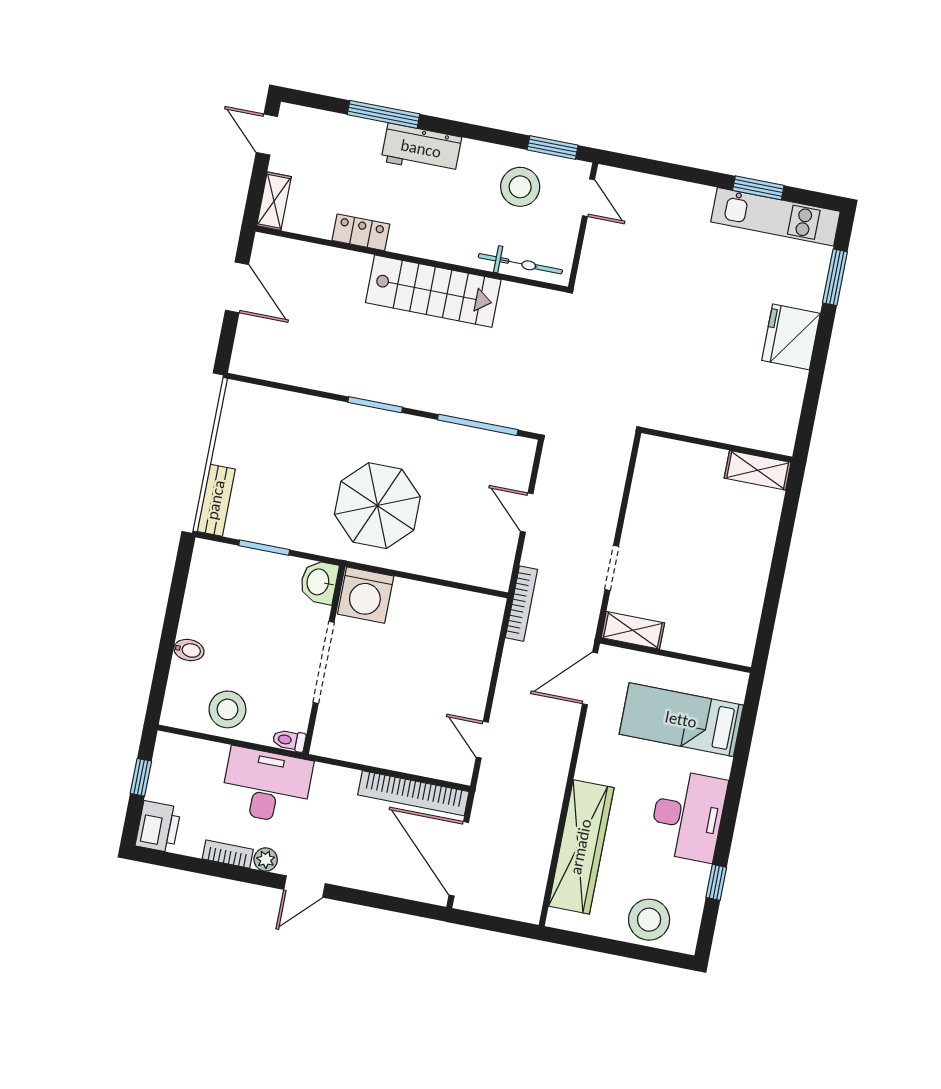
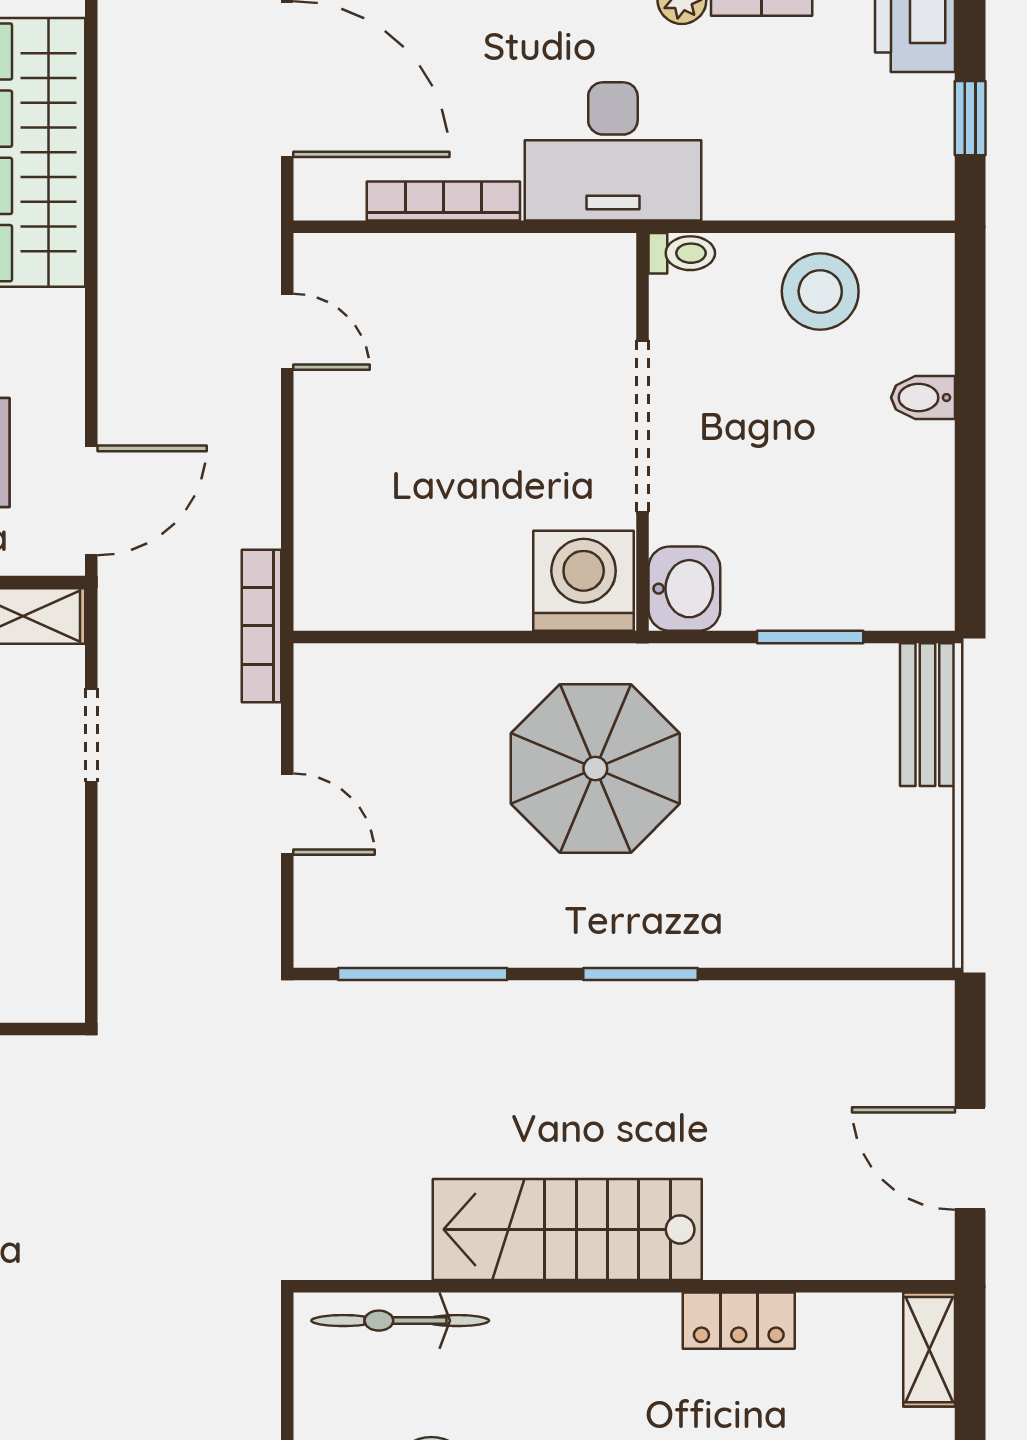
desk: (267, 786) -> (613, 151), moved
bookcase: (413, 793) -> (443, 201), width x0.68, depth x0.76

